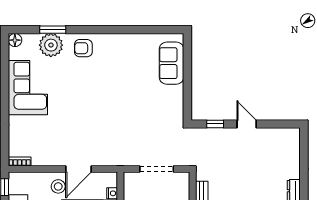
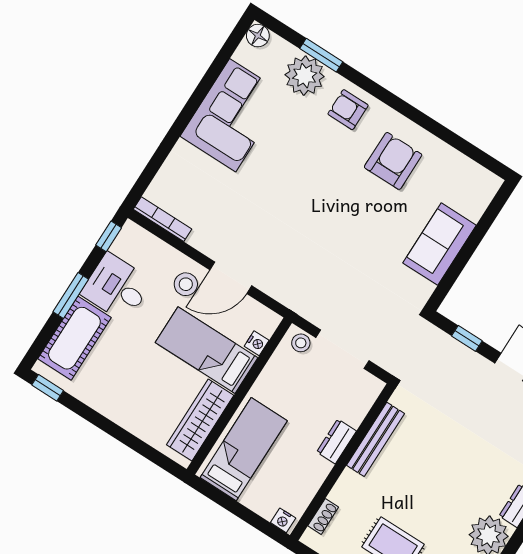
armchair: (122, 59) -> (393, 161), added
sofa: (171, 63) -> (440, 244), moved
bookcase: (20, 161) -> (163, 219), width x1.56
stool: (134, 179) -> (301, 343), added

